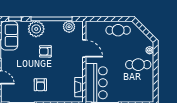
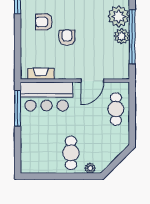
plant: (69, 27) -> (122, 36), moved
cafe table: (118, 30) -> (116, 109), moved
armchair: (45, 51) -> (67, 38), moved

